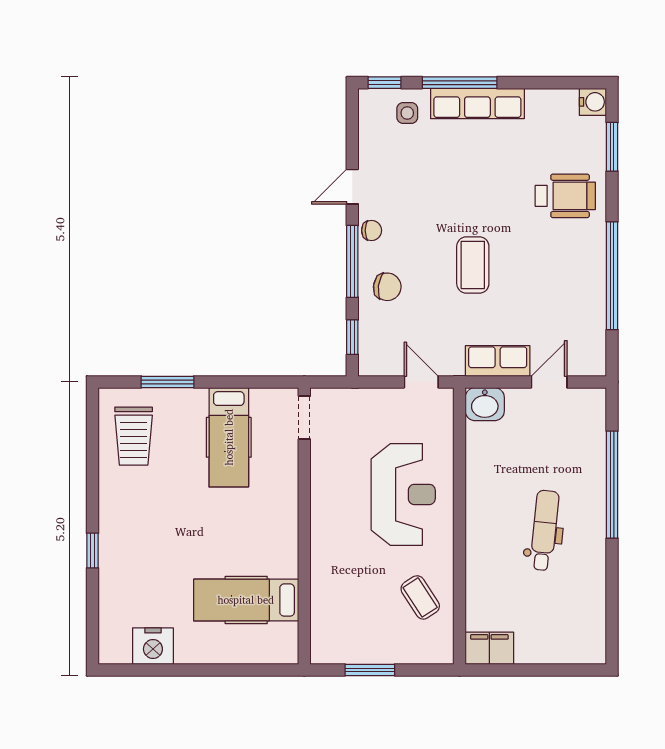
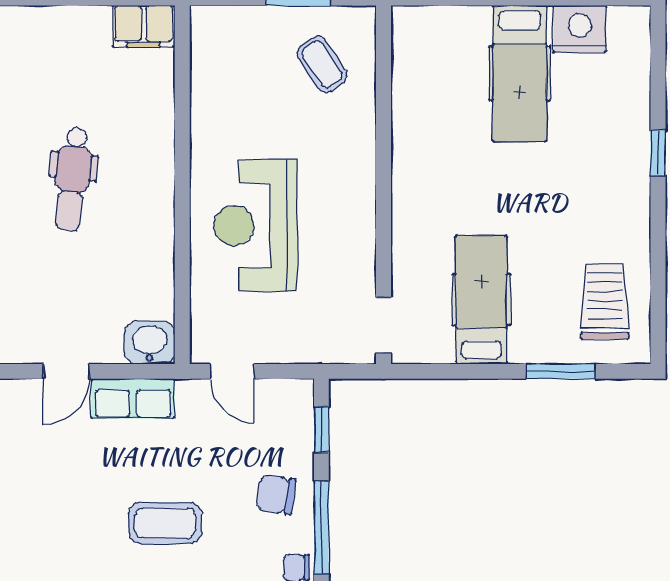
coffee table: (473, 265) -> (165, 523), turned 90
coffee table: (420, 597) -> (322, 64), moved
hospital bed: (246, 600) -> (520, 73), moved, turned 90

